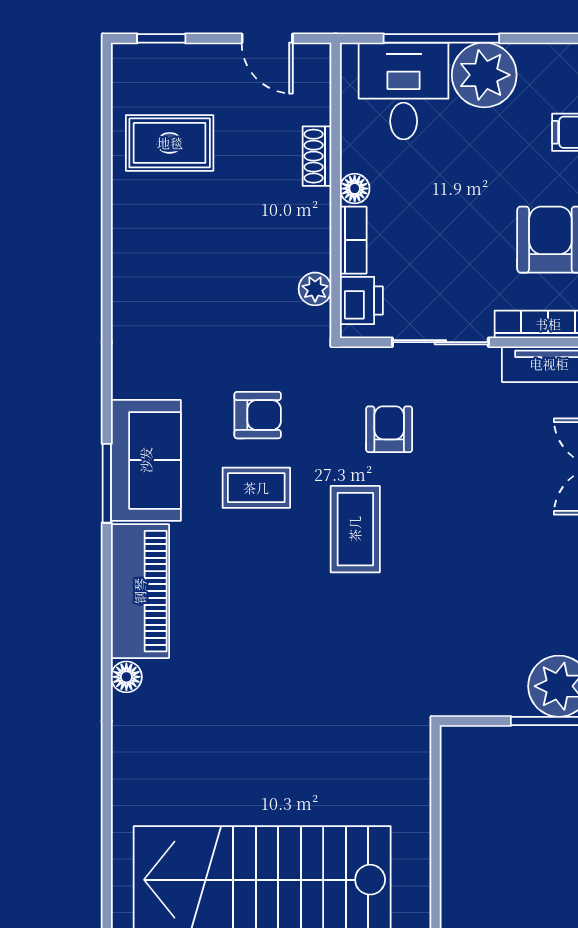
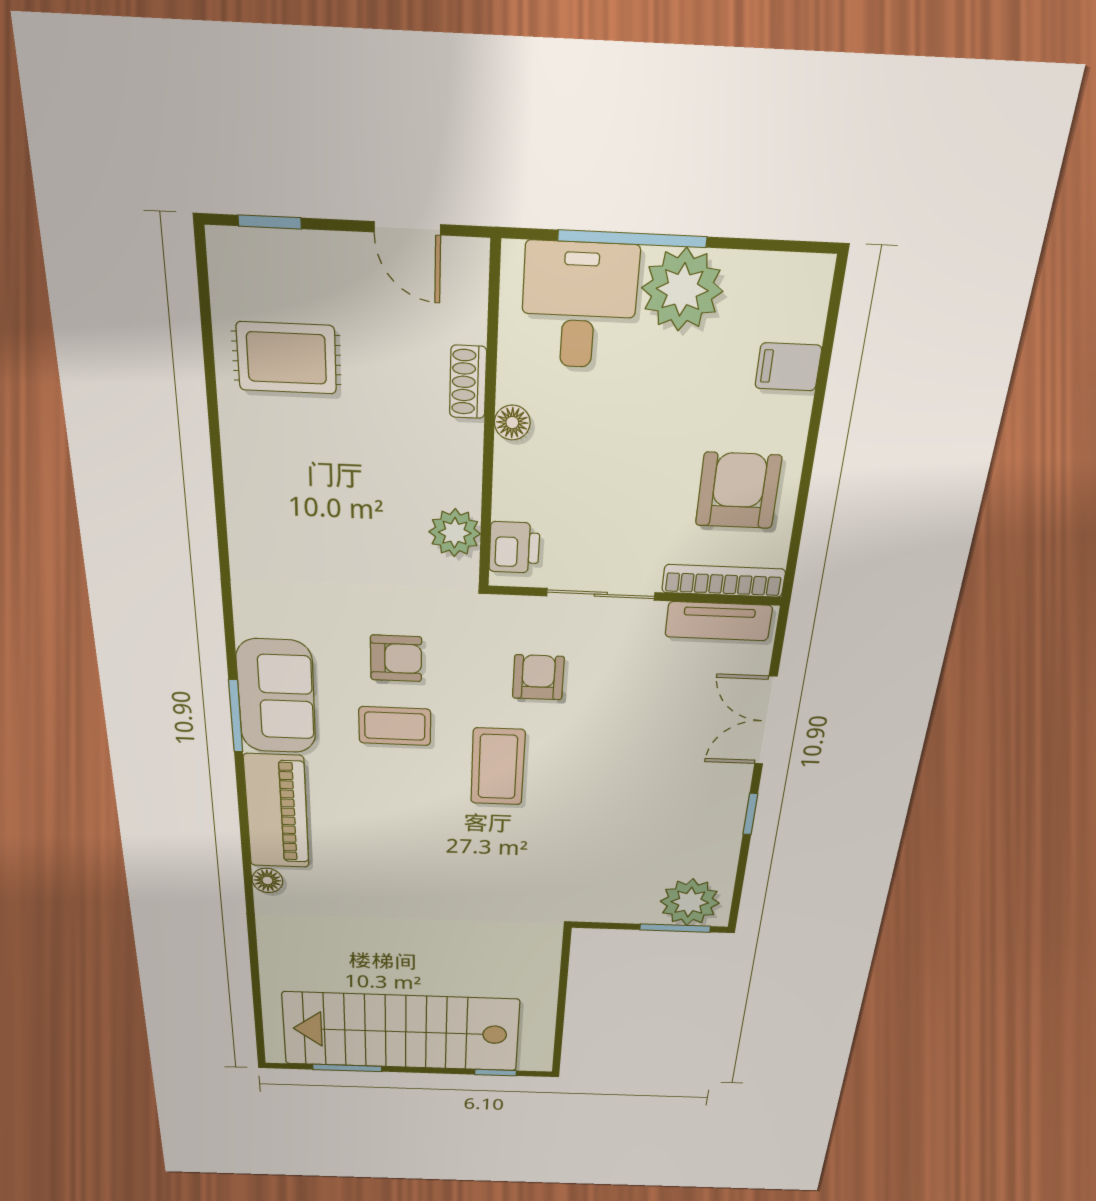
bookcase: (353, 240) -> (508, 481), removed
plant: (315, 289) -> (455, 533), width x1.38, depth x1.38

